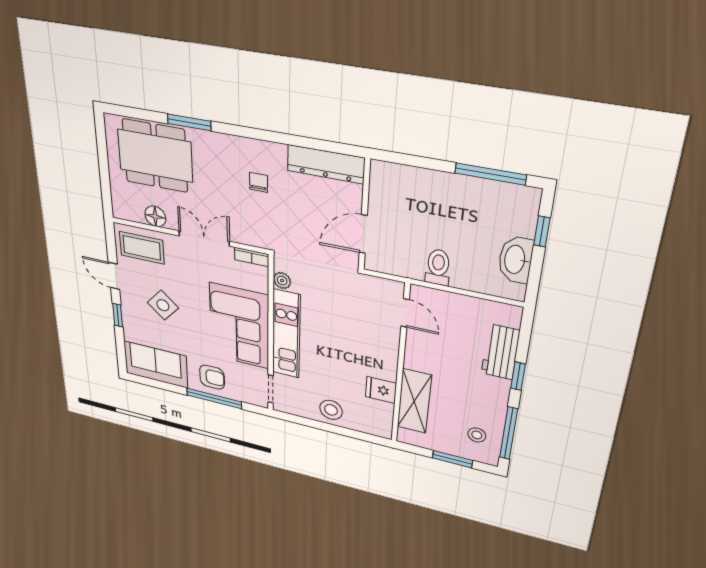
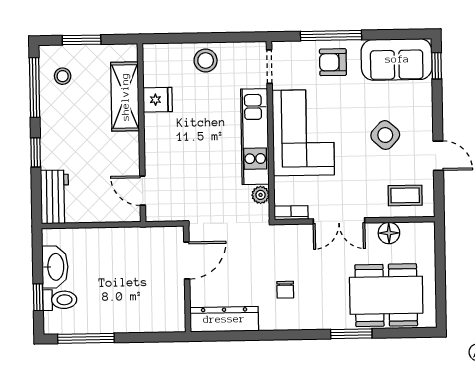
coffee table: (142, 248) -> (405, 195), width x0.73, depth x0.77
toilet: (438, 267) -> (60, 300), moved, turned -90
window: (118, 315) -> (437, 66), moved
workbench: (500, 352) -> (55, 197), moved

